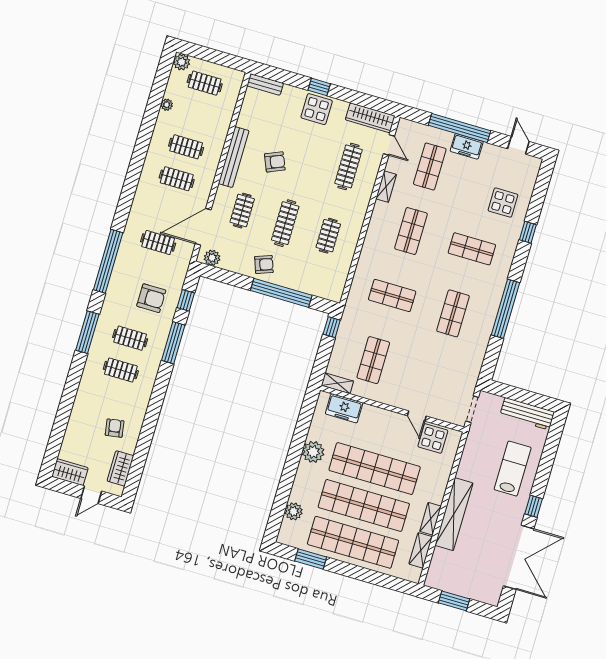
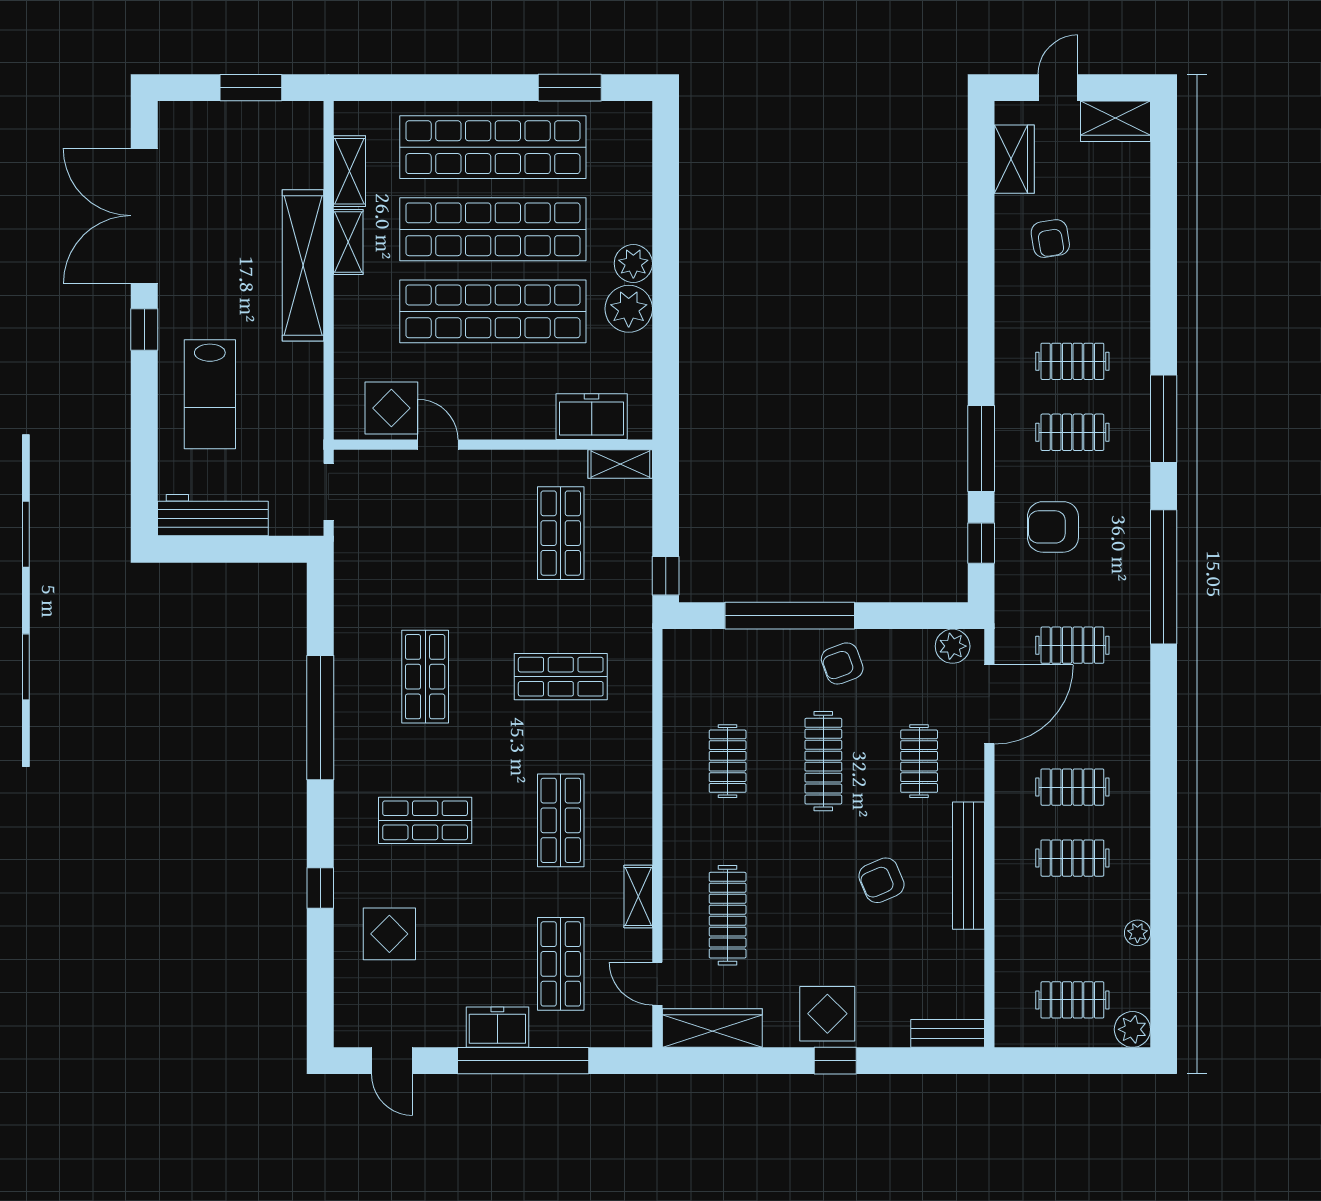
plant: (294, 511) -> (633, 264), moved

